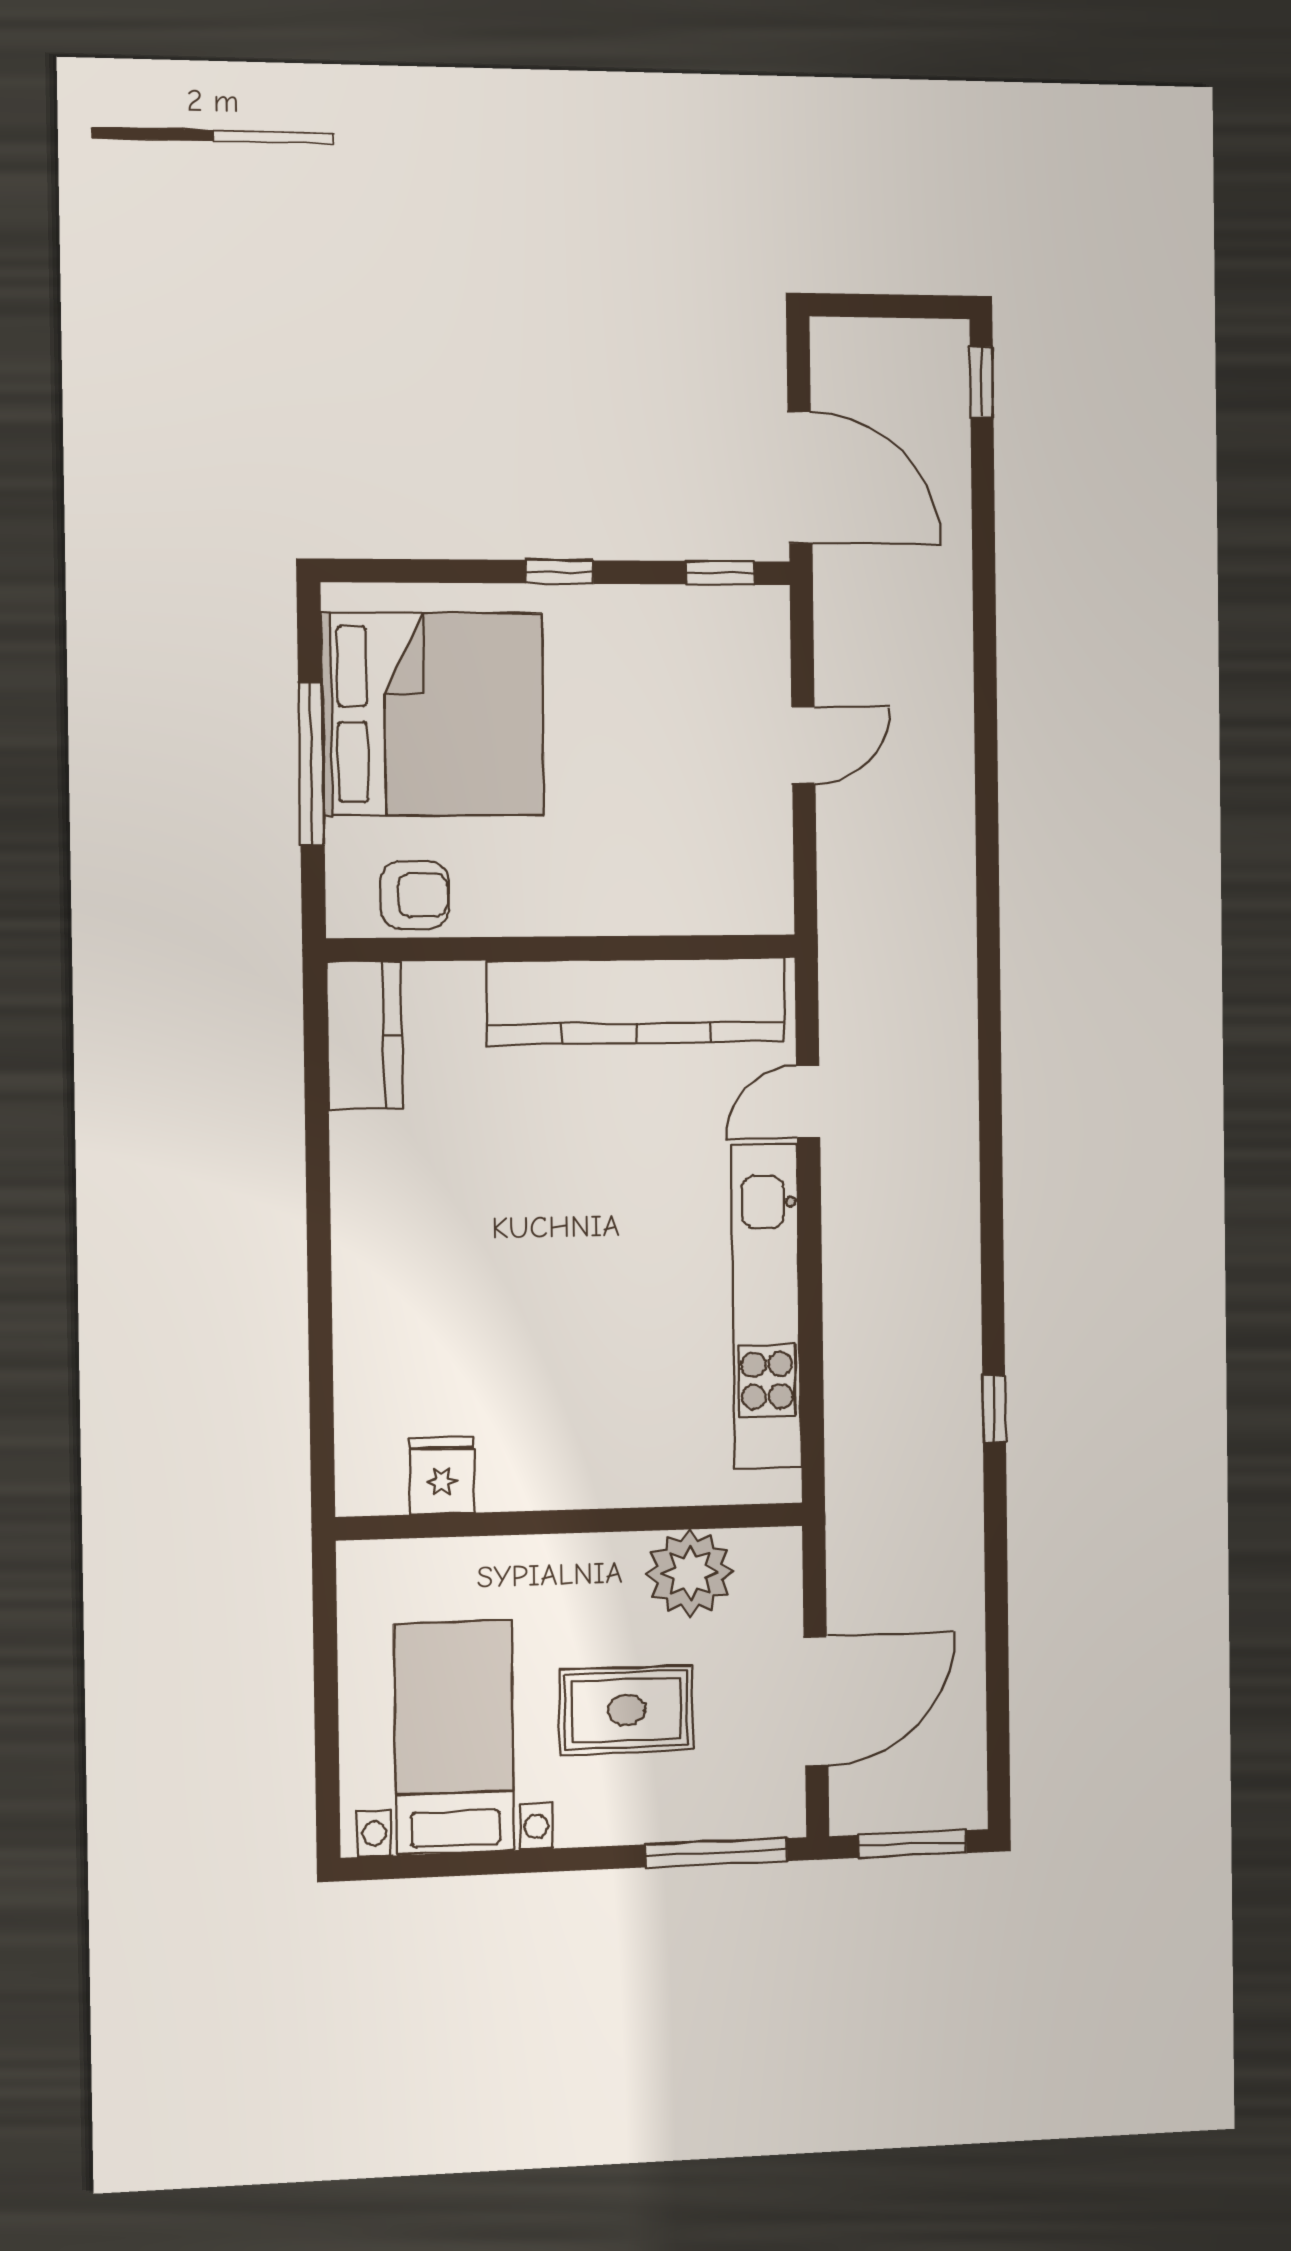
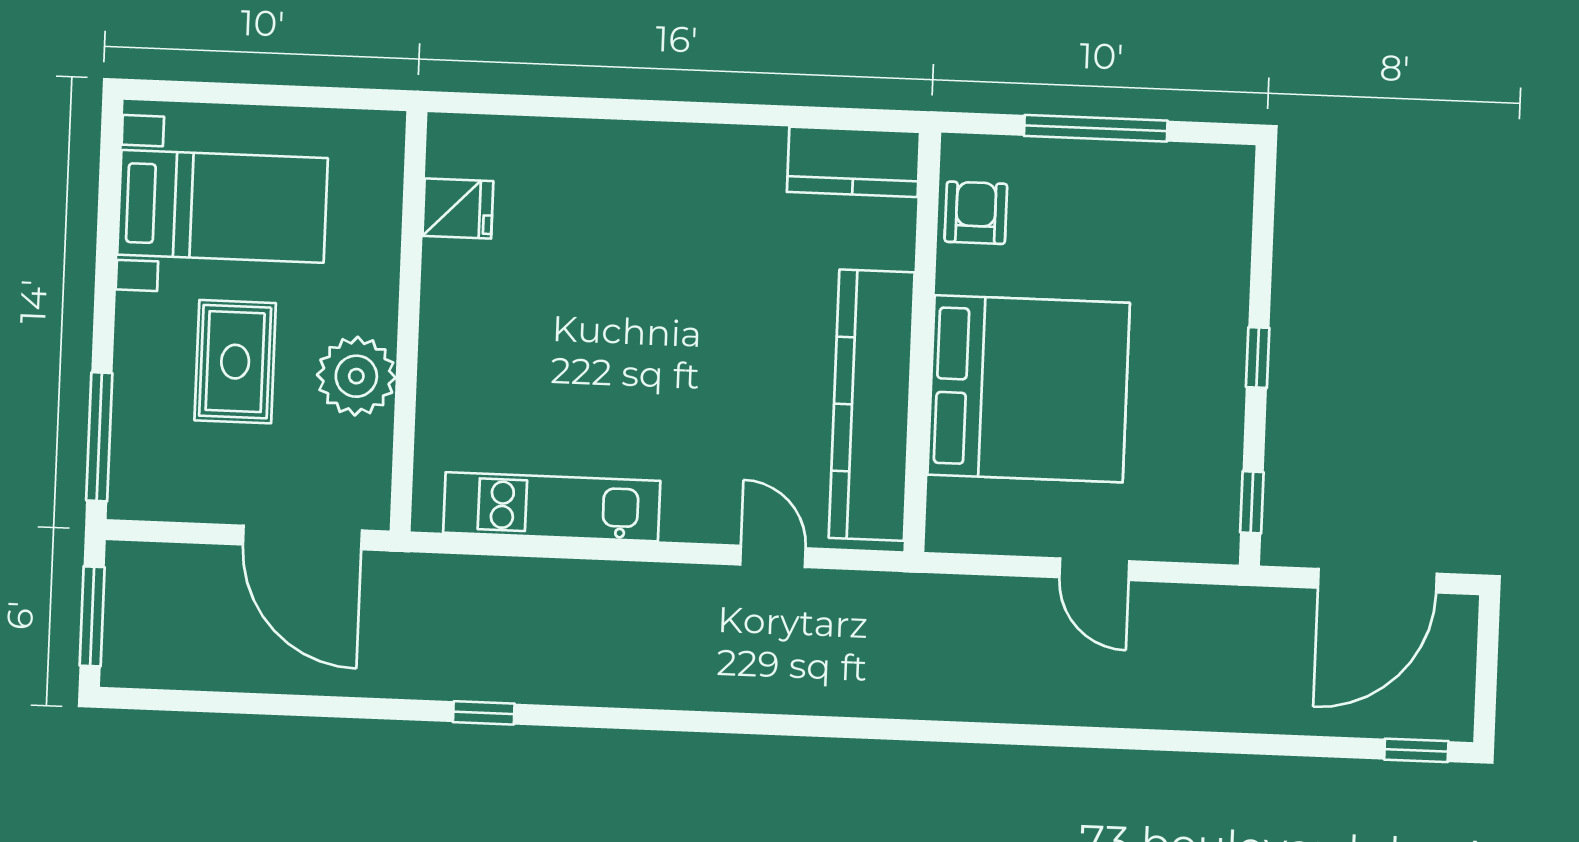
door: (800, 478) -> (1377, 581), moved
bed: (433, 714) -> (1029, 389), moved, turned -90
armchair: (414, 895) -> (976, 213), turned 180
kitchen unit: (766, 1306) -> (552, 507), width x0.73
plant: (690, 1573) -> (356, 376), moved
door: (816, 1701) -> (302, 538), moved

